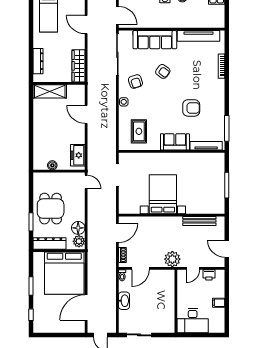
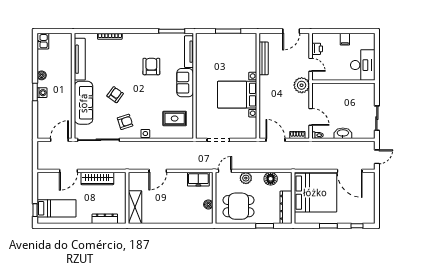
wardrobe: (78, 66) -> (97, 178), moved
dining table: (51, 209) -> (239, 206), moved
plant: (79, 241) -> (246, 178), moved

